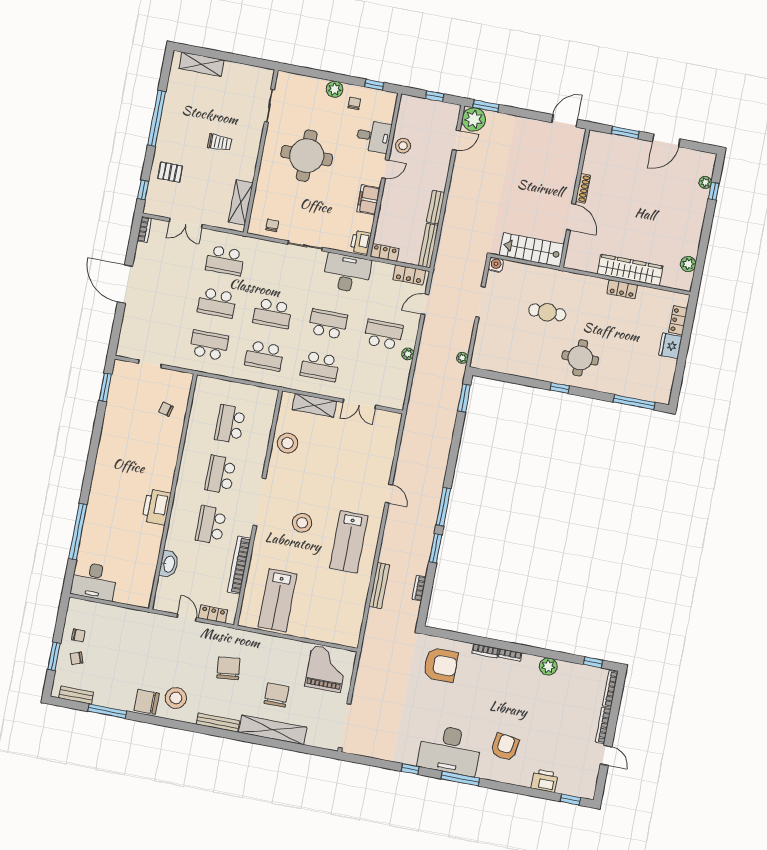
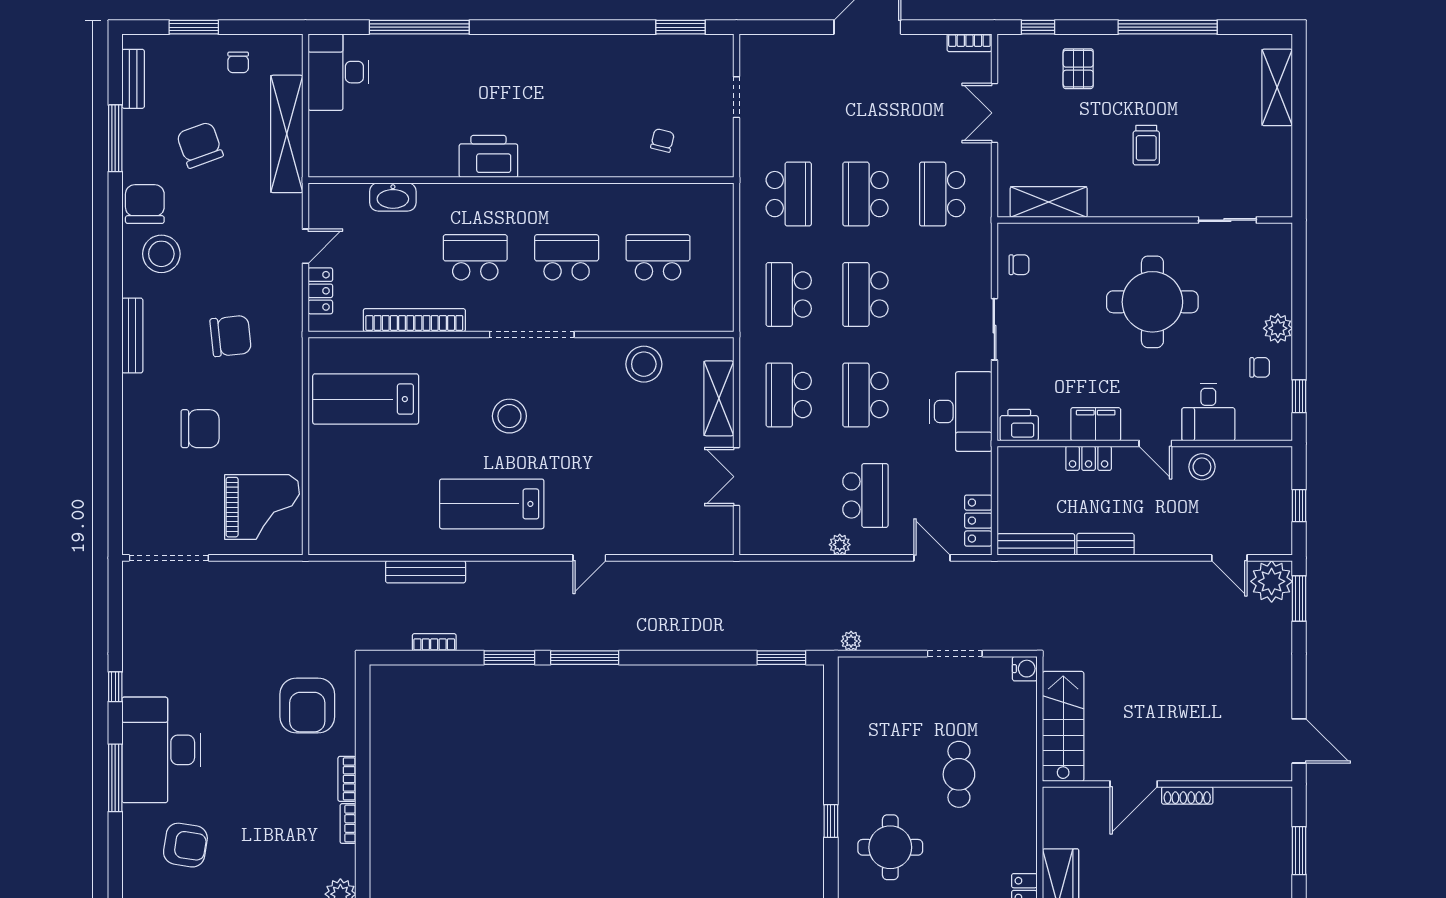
locker: (385, 252) -> (1089, 458), moved, turned 90
school desk: (328, 324) -> (865, 395), turned 180
chair: (77, 658) -> (200, 145), moved, width x1.87, depth x1.87
shelving: (273, 730) -> (287, 134), moved

